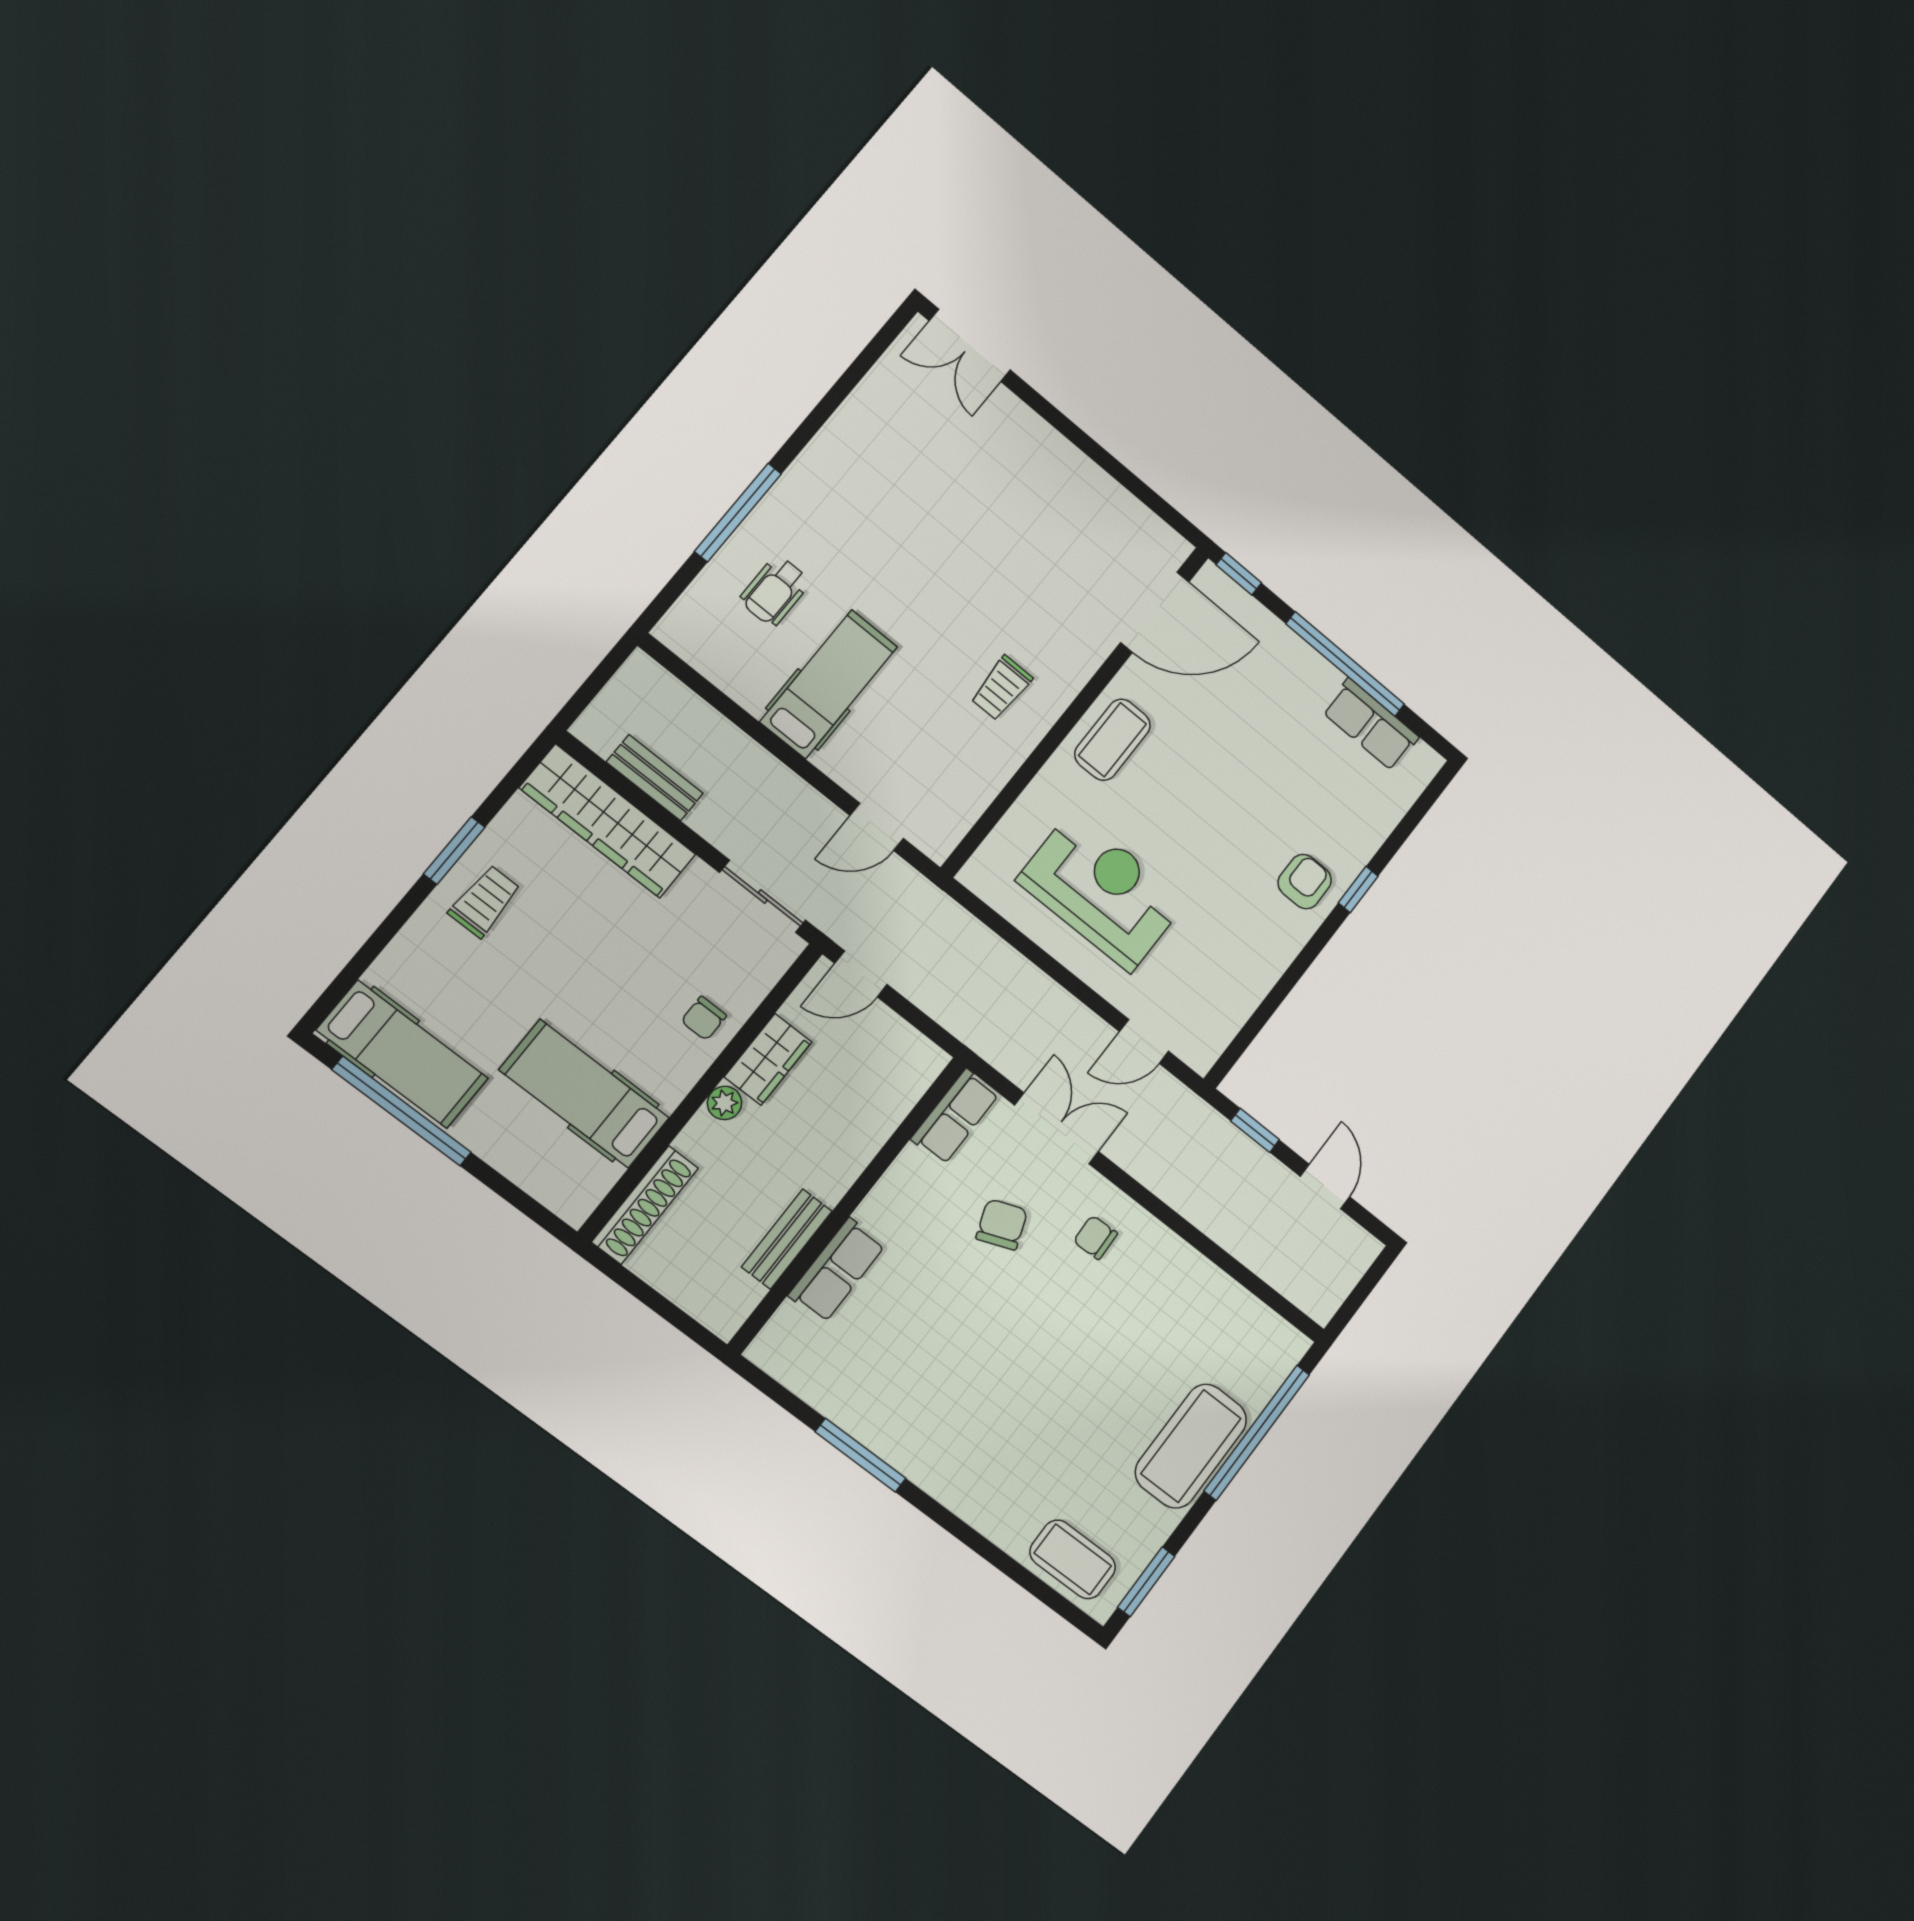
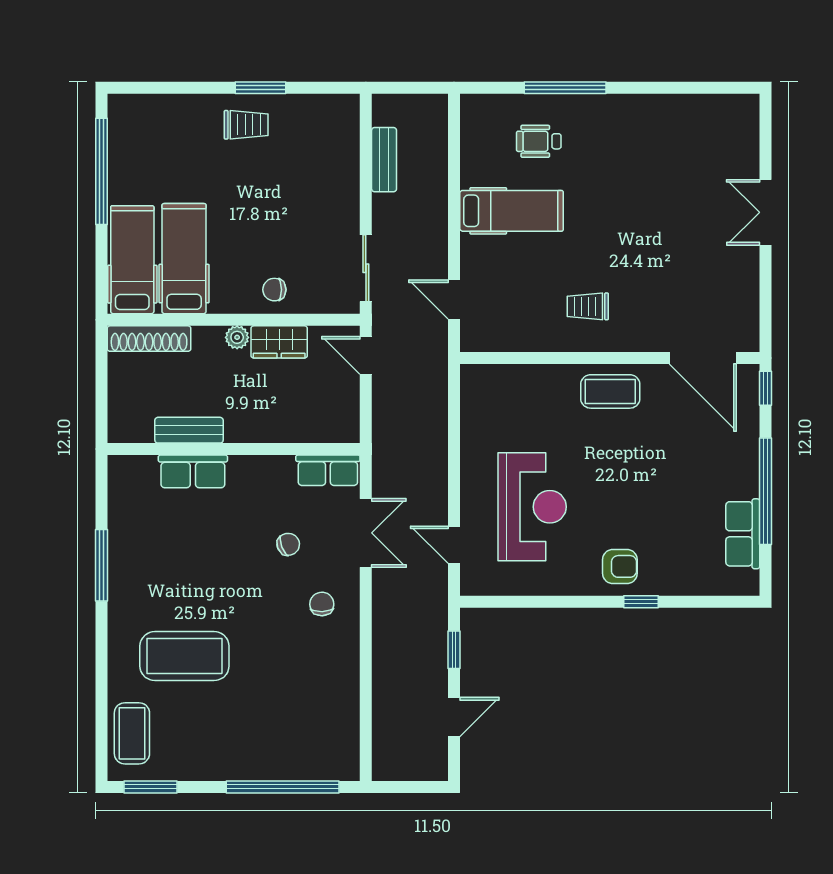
double door: (970, 346) -> (765, 212), moved
wardrobe: (608, 821) -> (340, 154), removed
reception desk: (1102, 891) -> (532, 507), moved
hospital bed: (402, 1054) -> (132, 260), moved, turned 180
chair: (1002, 1224) -> (288, 544), width x0.73, depth x0.73
coffee table: (1191, 1446) -> (184, 656), moved

